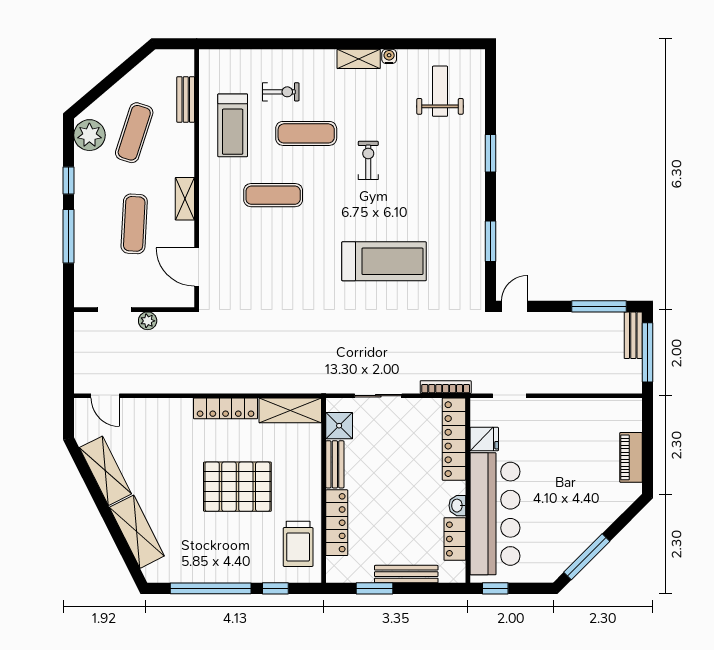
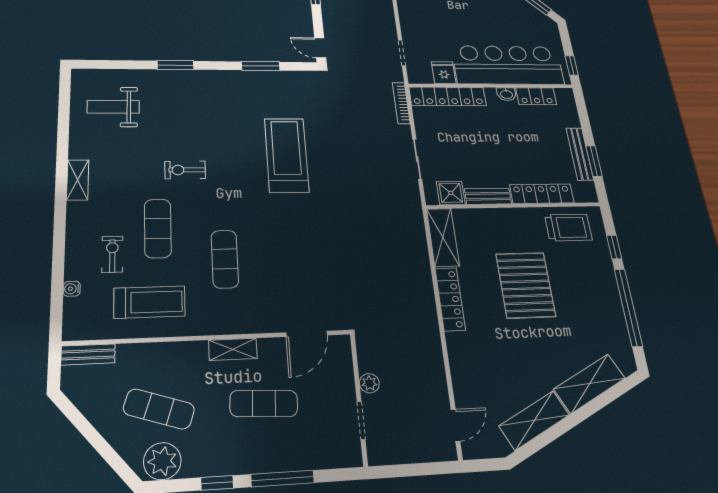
water cooler: (389, 56) -> (72, 289), moved
bench: (186, 99) -> (88, 354), moved
bench: (406, 574) -> (580, 154), moved

